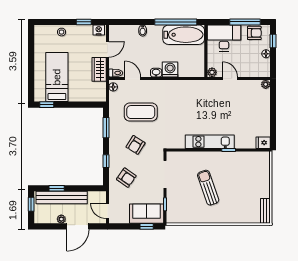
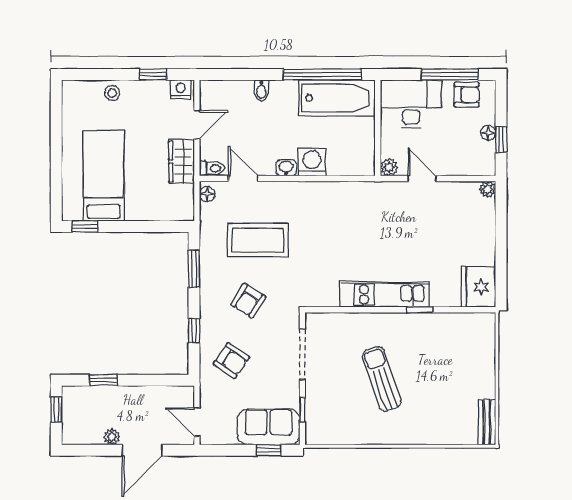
window: (273, 41) -> (501, 139), moved
fridge: (263, 143) -> (478, 287), width x1.88, depth x1.34
bench: (62, 197) -> (113, 397), removed

